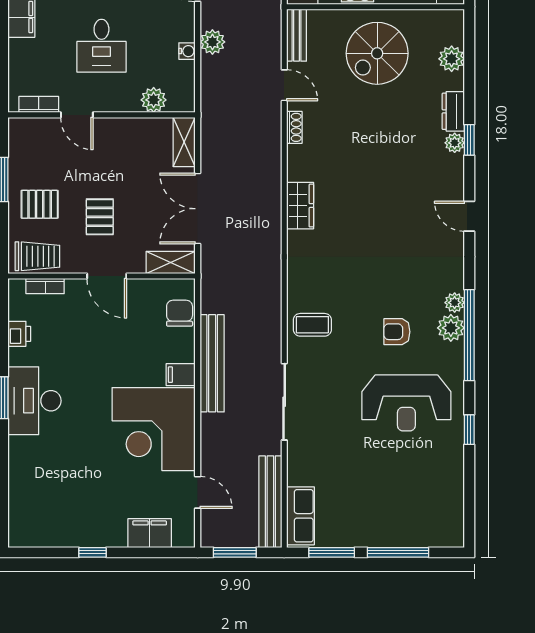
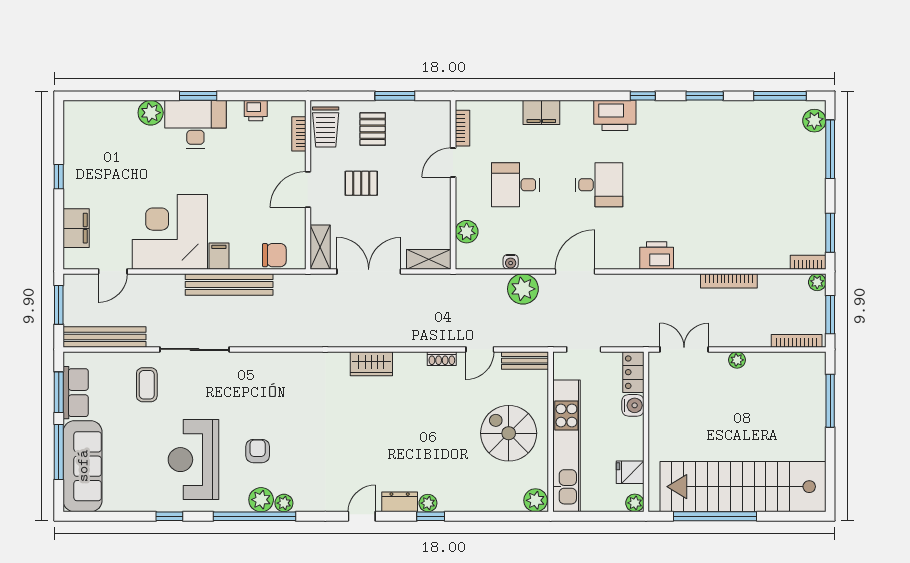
plant: (212, 42) -> (523, 289), width x1.36, depth x1.36
plant: (452, 59) -> (536, 500), moved
dresser: (453, 111) -> (400, 502), moved
coffee table: (312, 325) -> (147, 385), moved
plant: (22, 450) -> (151, 113), added
row of seats: (300, 516) -> (76, 393), moved, turned -90
sofa: (414, 526) -> (83, 466), added

